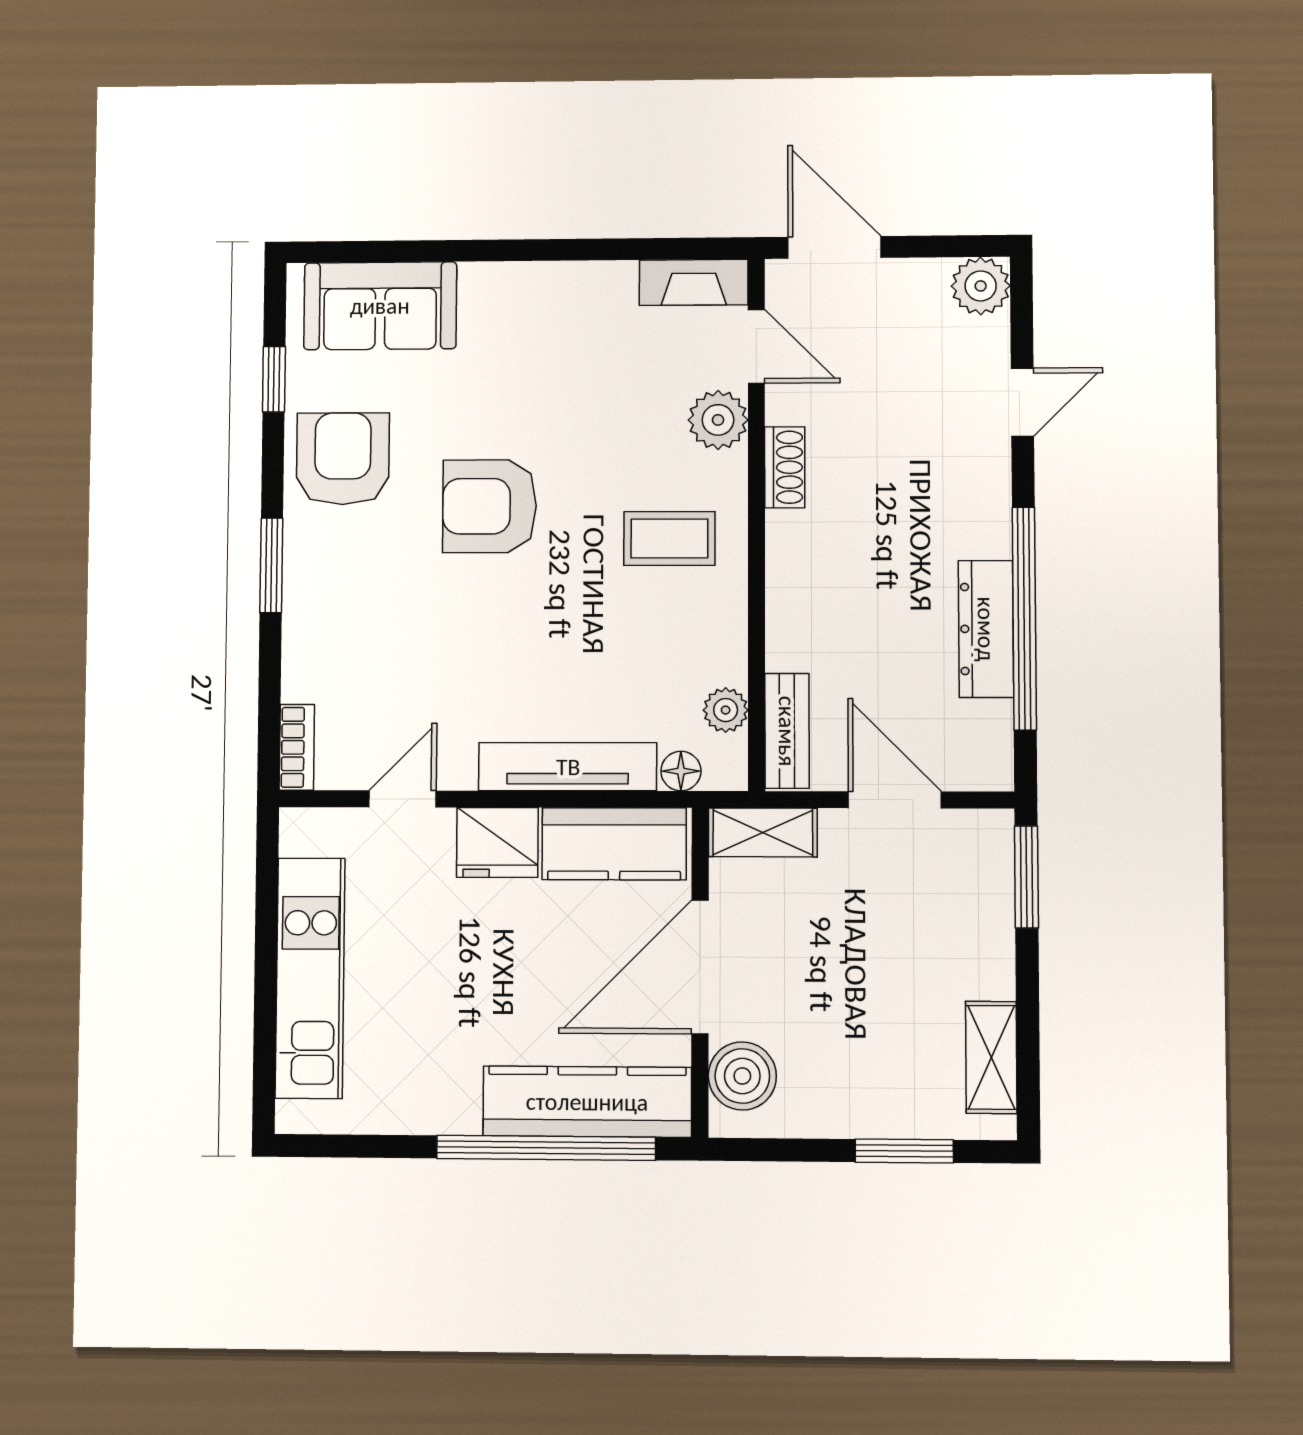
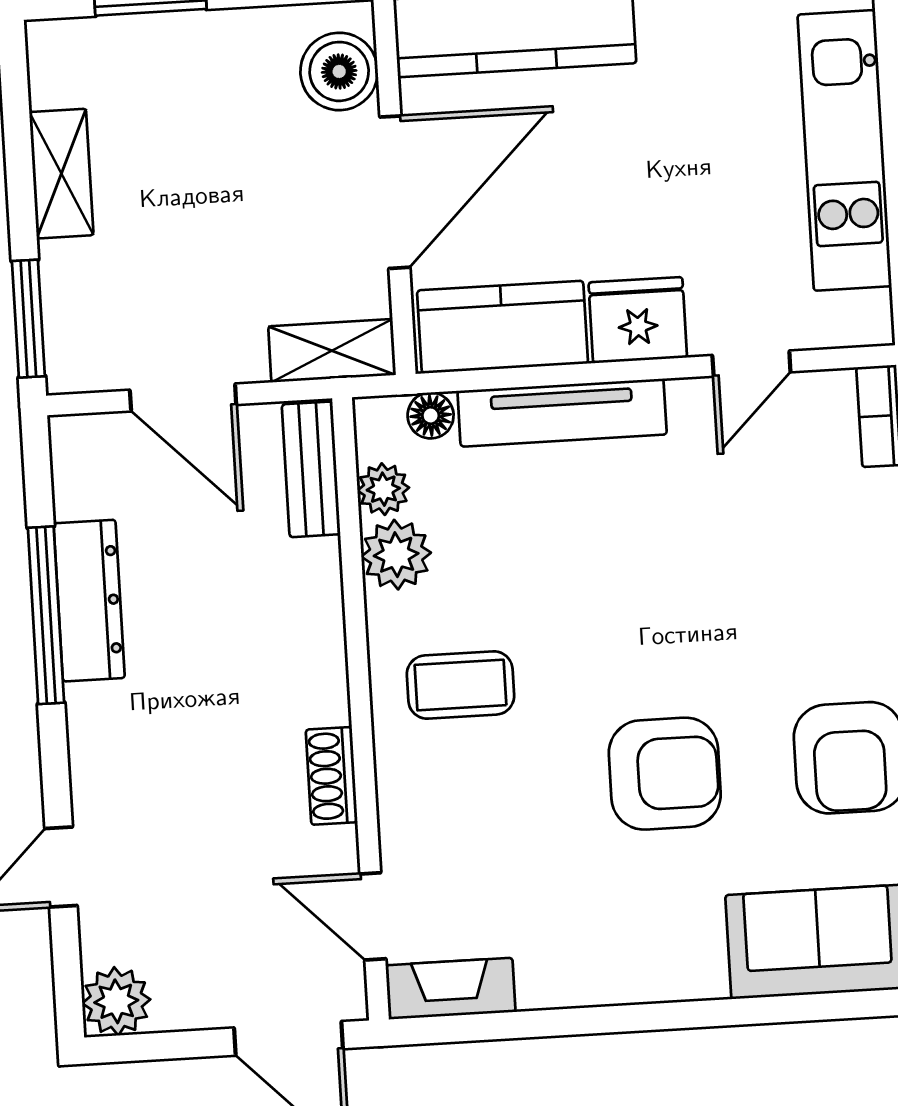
plant: (718, 420) -> (396, 555), moved
armchair: (490, 506) -> (665, 774), moved
window: (1024, 618) -> (46, 615), width x0.68
shelving: (991, 1057) -> (61, 174), moved

